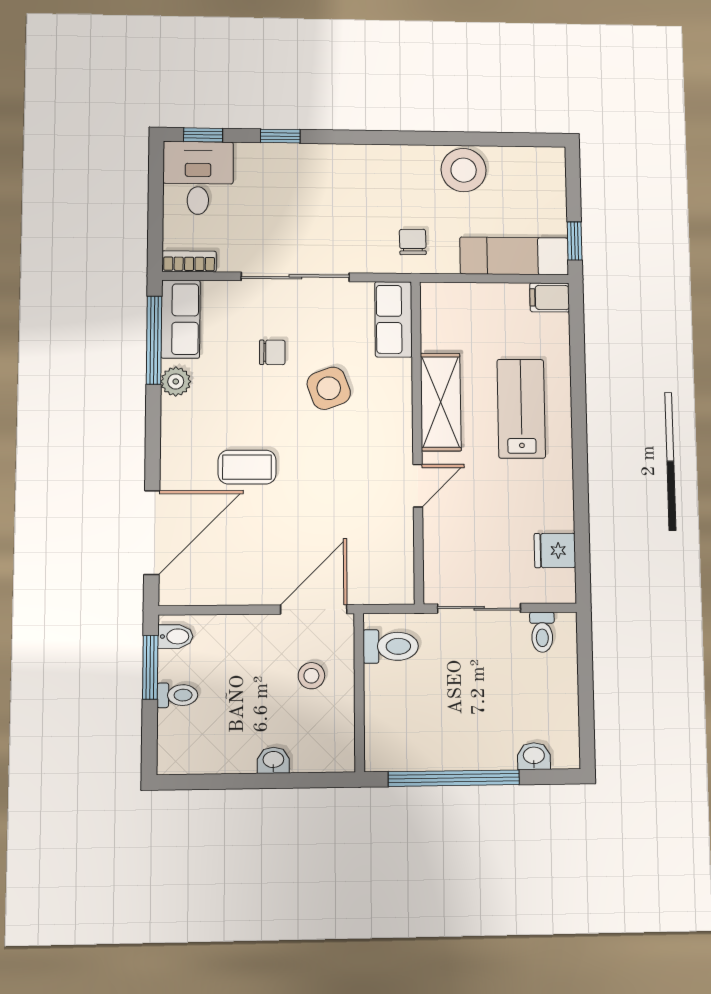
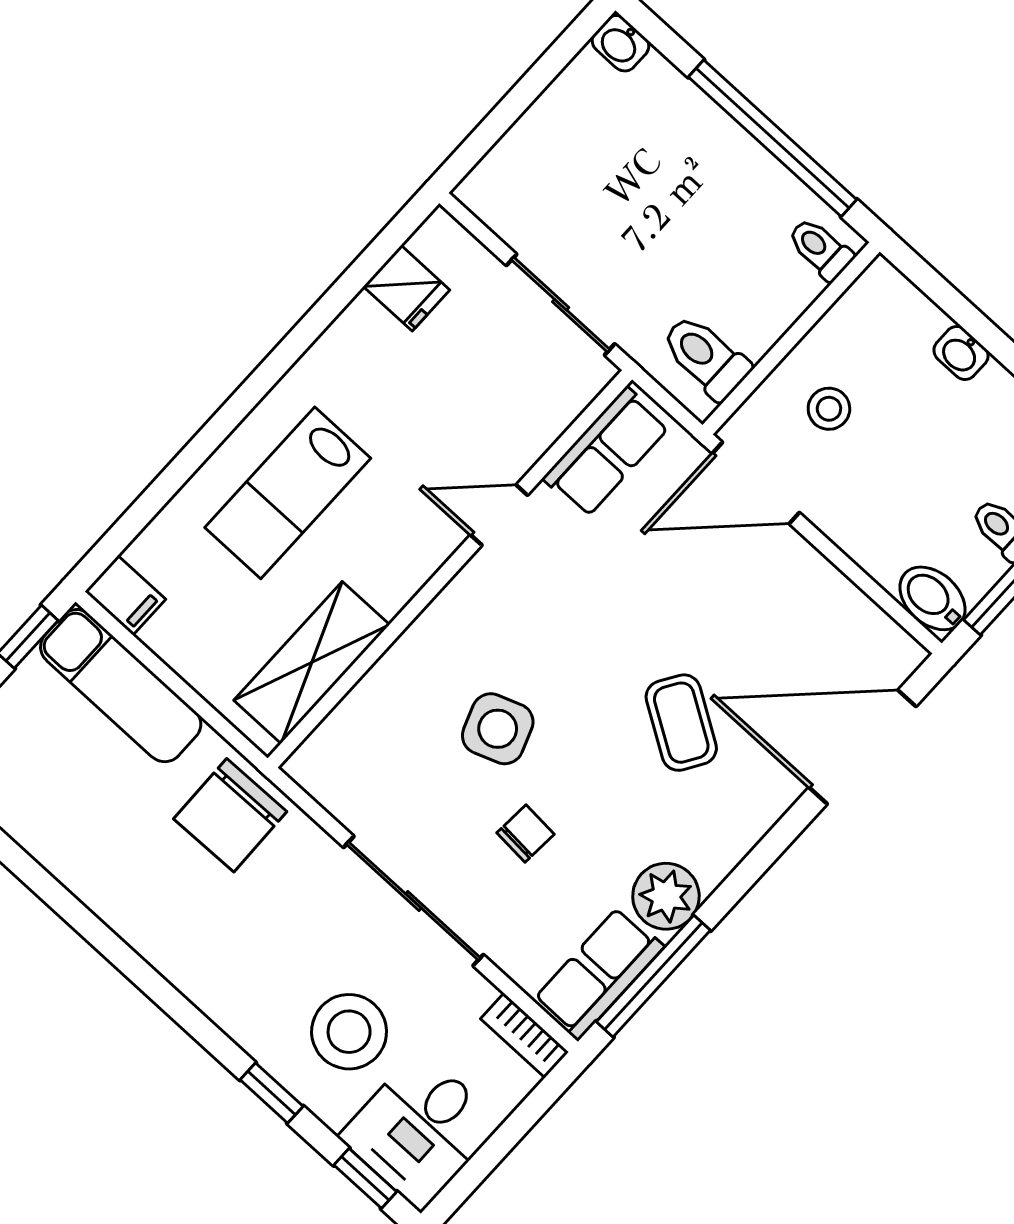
stool: (464, 170) -> (349, 1032), moved
chair: (413, 242) -> (230, 815), width x1.87, depth x1.87
row of seats: (393, 319) -> (606, 452), moved
chair: (272, 352) -> (526, 834), turned 94
plant: (176, 381) -> (666, 896), width x1.38, depth x1.38
shelving: (441, 402) -> (312, 662), moved
coffee table: (247, 467) -> (681, 723), turned 32
toilet: (542, 632) -> (820, 249), moved, turned -90
bidet: (175, 636) -> (932, 598), width x1.38, depth x1.36
washbasin: (534, 756) -> (620, 43), moved

